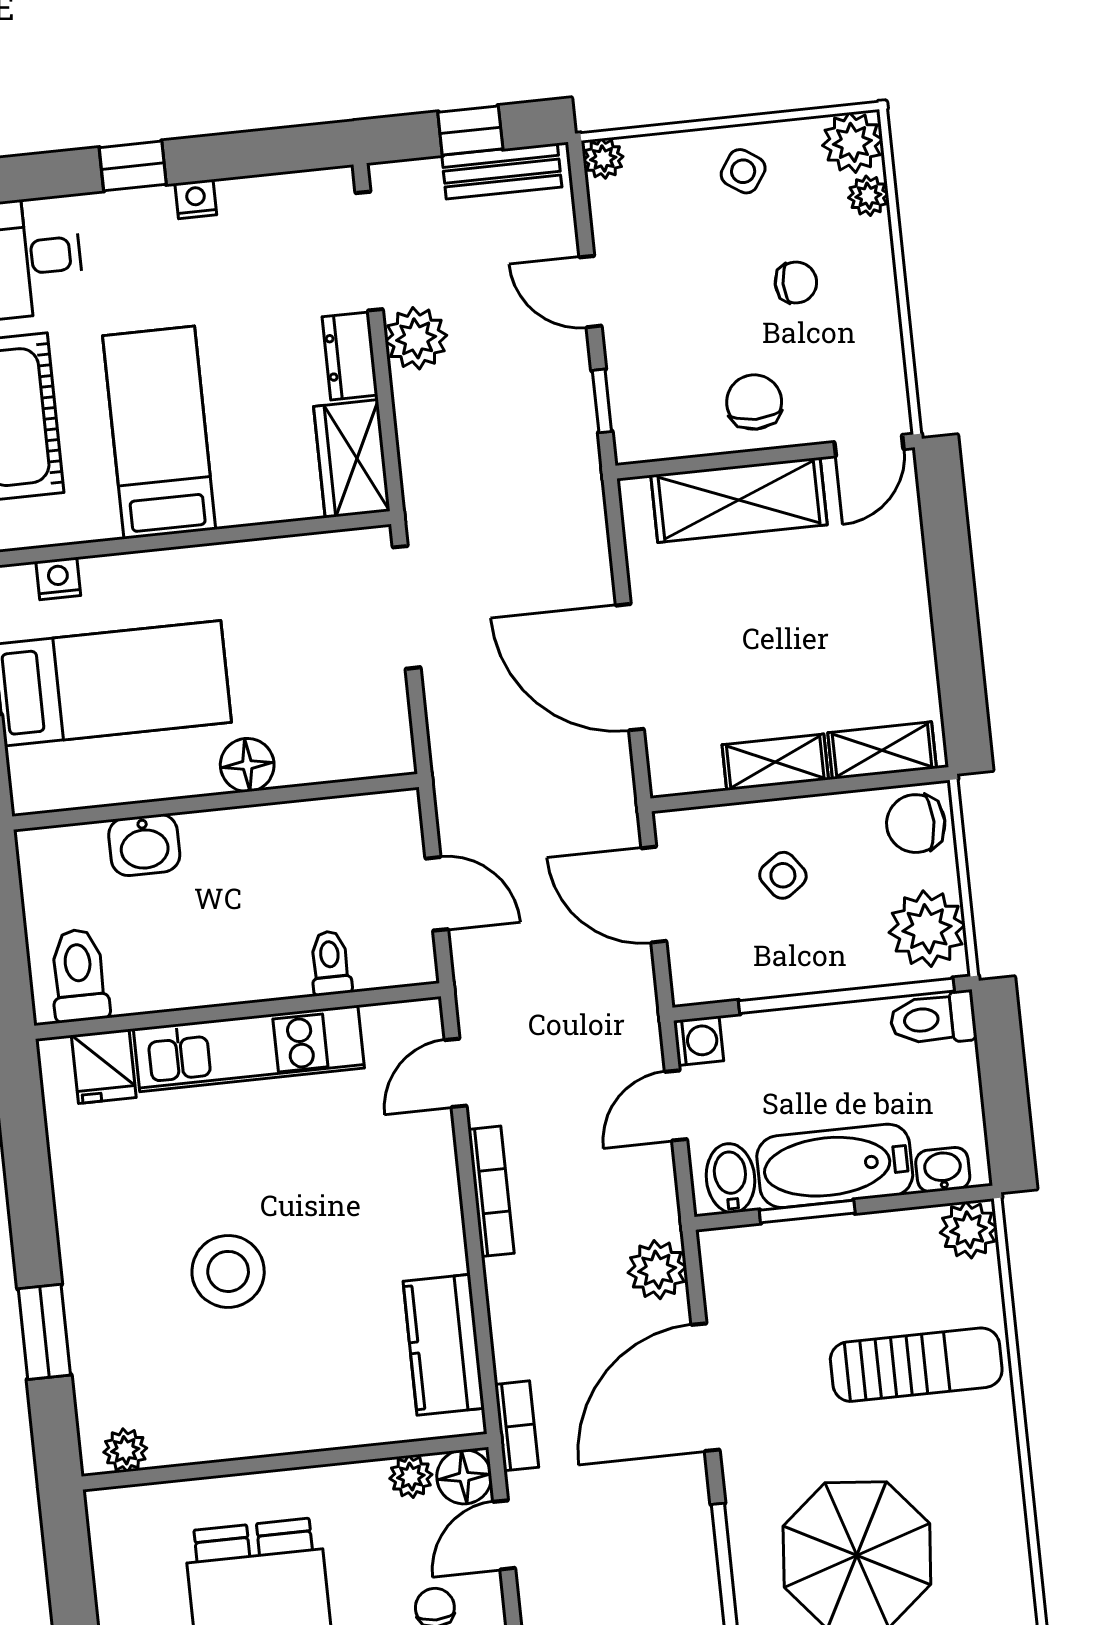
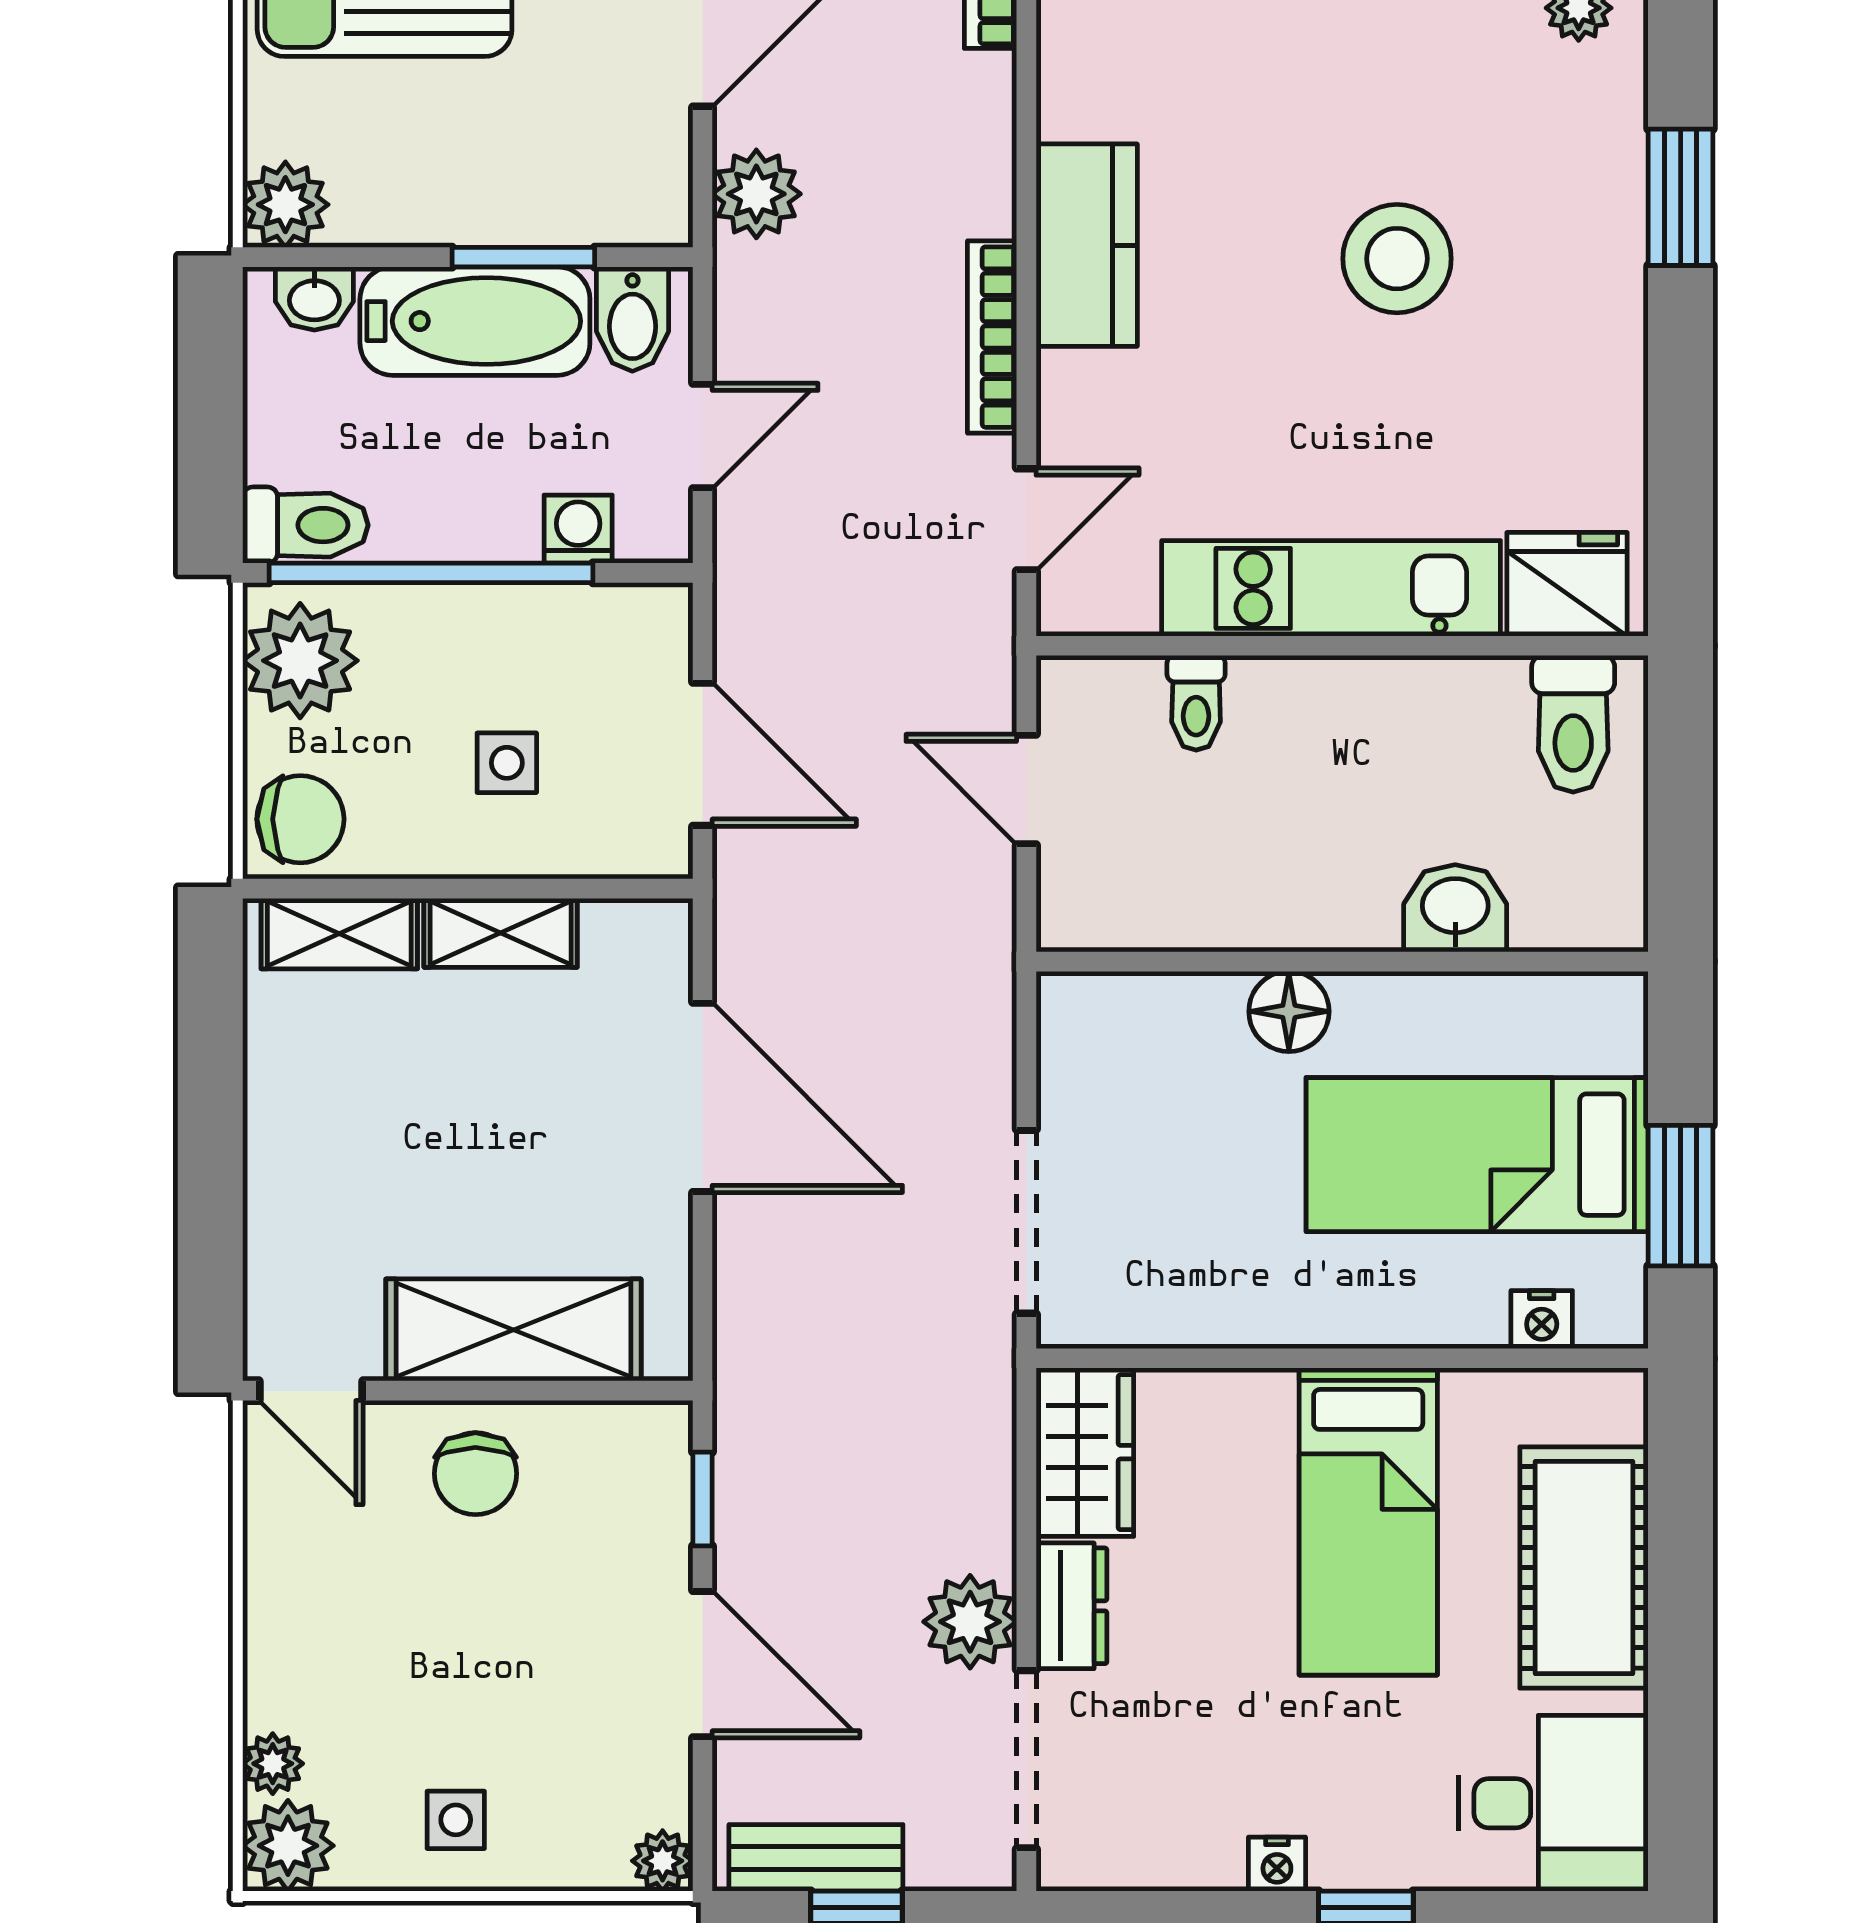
side table: (743, 171) -> (456, 1820), turned -34
chair: (796, 283) -> (394, 1645), removed
door: (590, 292) -> (702, 1664), width x1.38
door: (869, 446) -> (311, 1391), swing flipped
side table: (783, 875) -> (507, 763), turned 36
washing machine: (699, 1041) -> (578, 529), moved, turned 90
fridge: (104, 1066) -> (1567, 584), width x1.38
kitchen counter: (444, 1345) -> (1087, 245), moved

